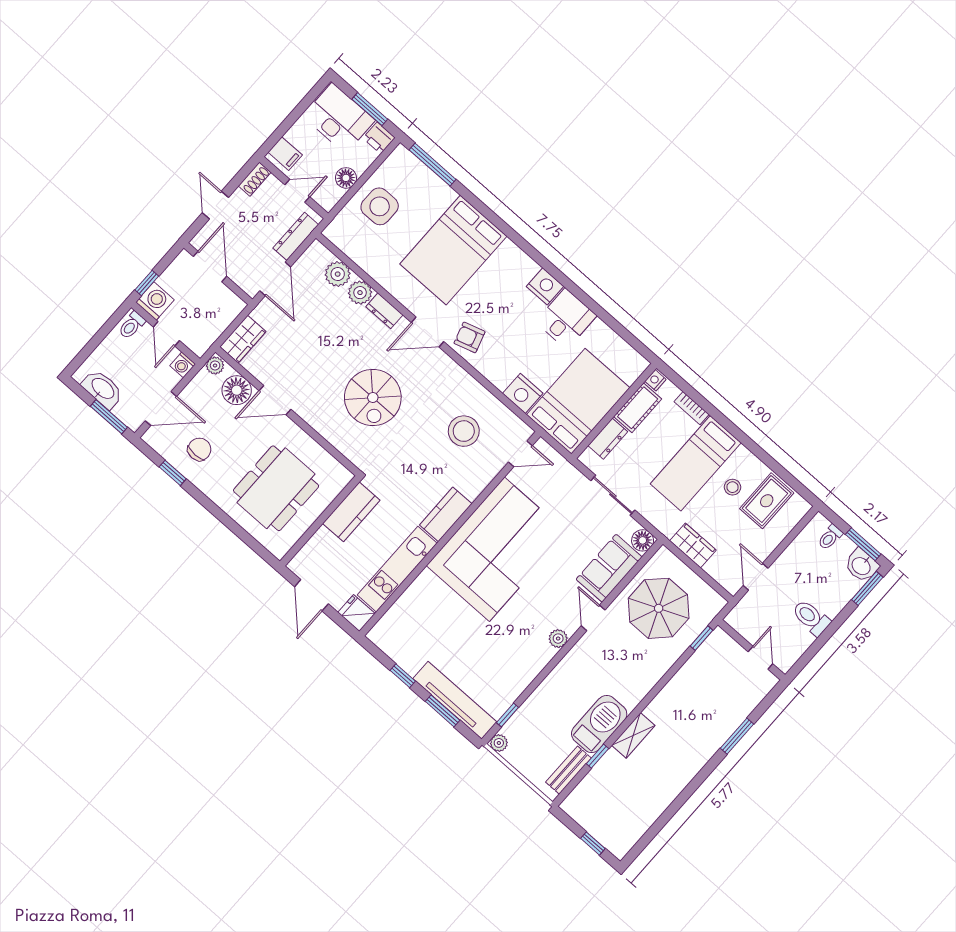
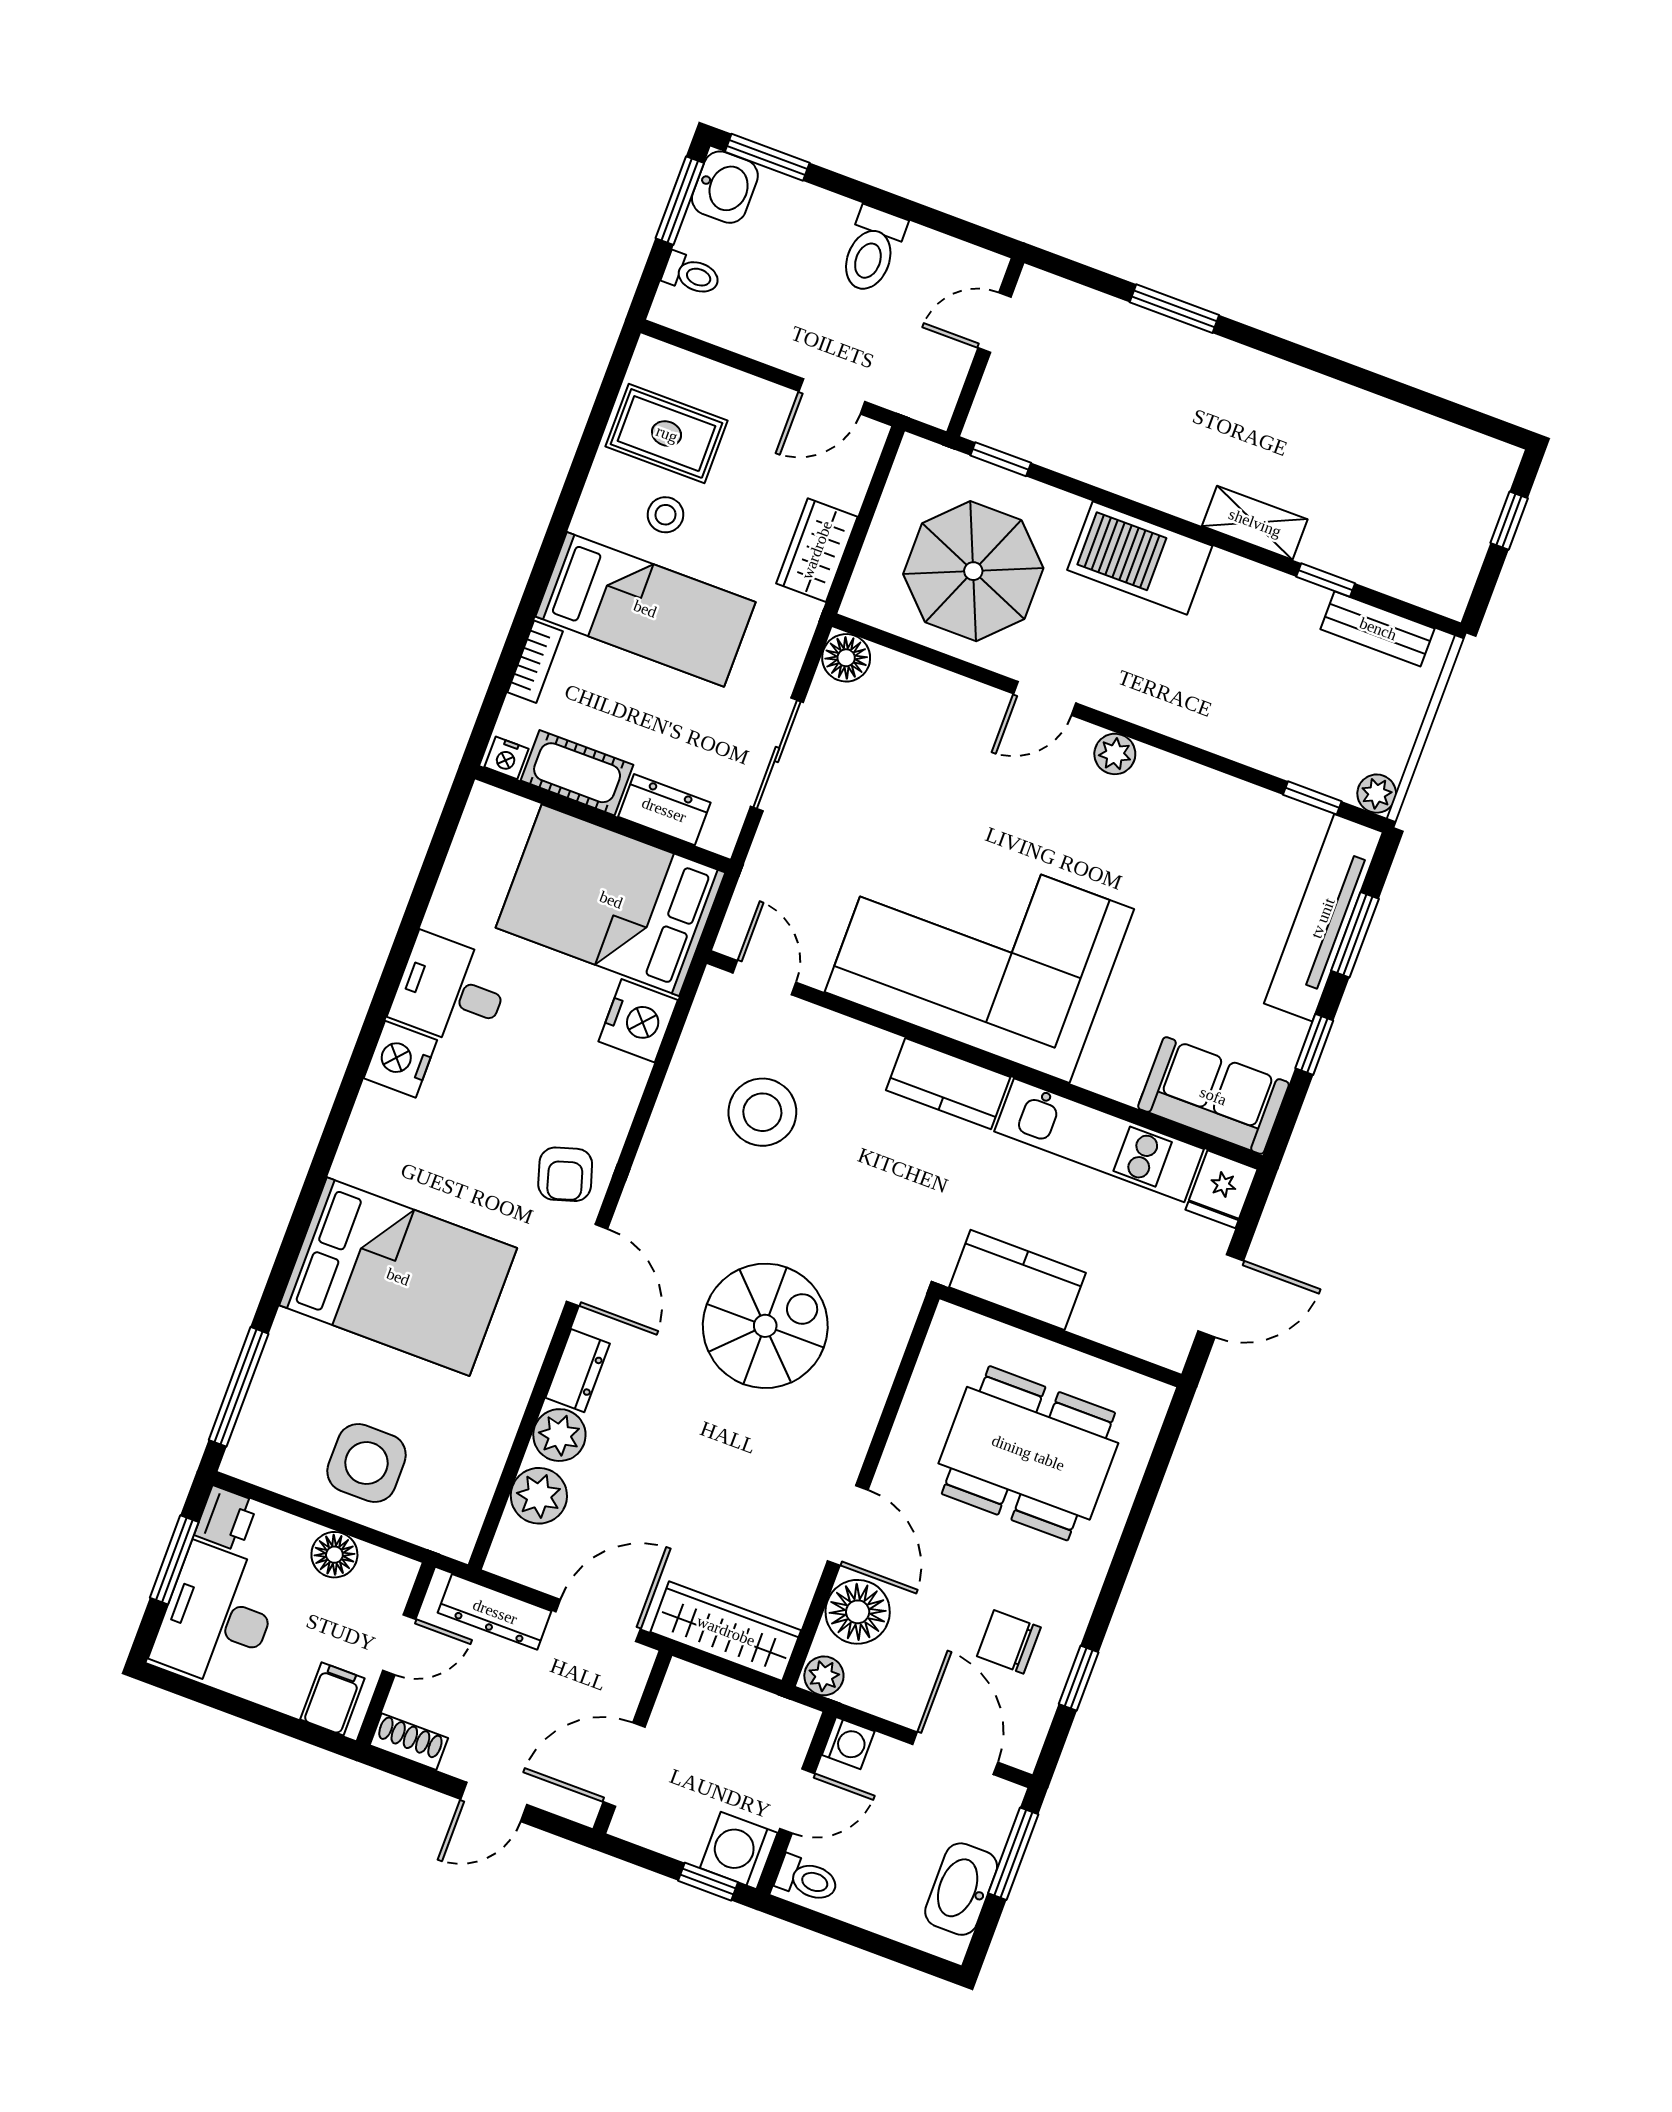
door: (297, 191) -> (399, 1645), swing flipped
wardrobe: (243, 339) -> (726, 1631), width x1.50
sofa: (609, 568) -> (1213, 1096), moved, turned 180
barbecue: (599, 724) -> (1140, 558), moved

